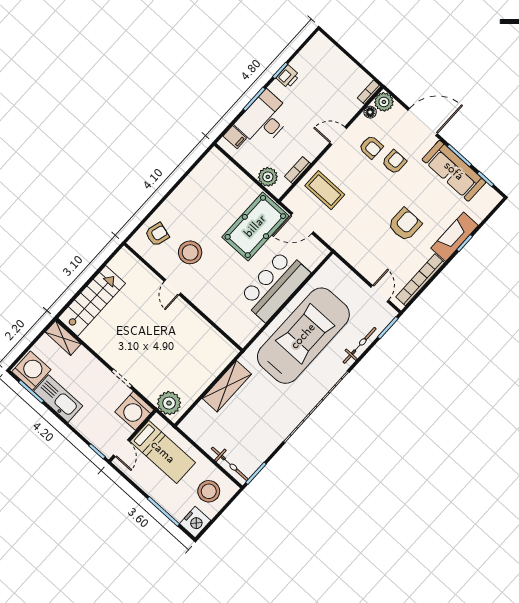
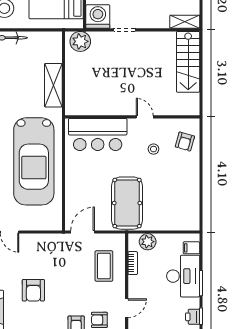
coffee table: (325, 190) -> (104, 266), turned 90
door: (302, 223) -> (83, 232), moved
stool: (190, 252) -> (153, 149), width x0.53, depth x0.53
bar counter: (274, 285) -> (98, 134), moved, turned 90

